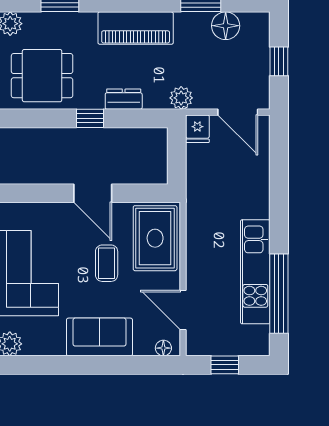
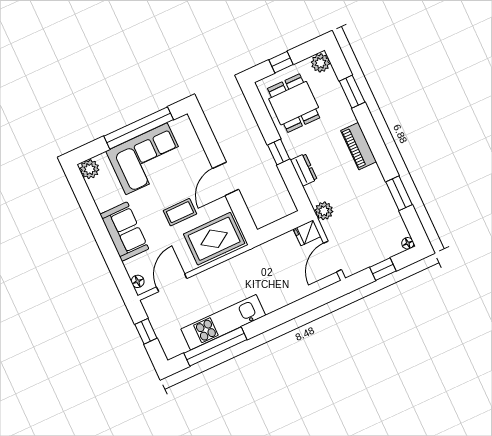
floor lamp: (226, 26) -> (408, 243), moved, width x0.53, depth x0.53
piano: (136, 28) -> (359, 146), width x0.73, depth x0.75

